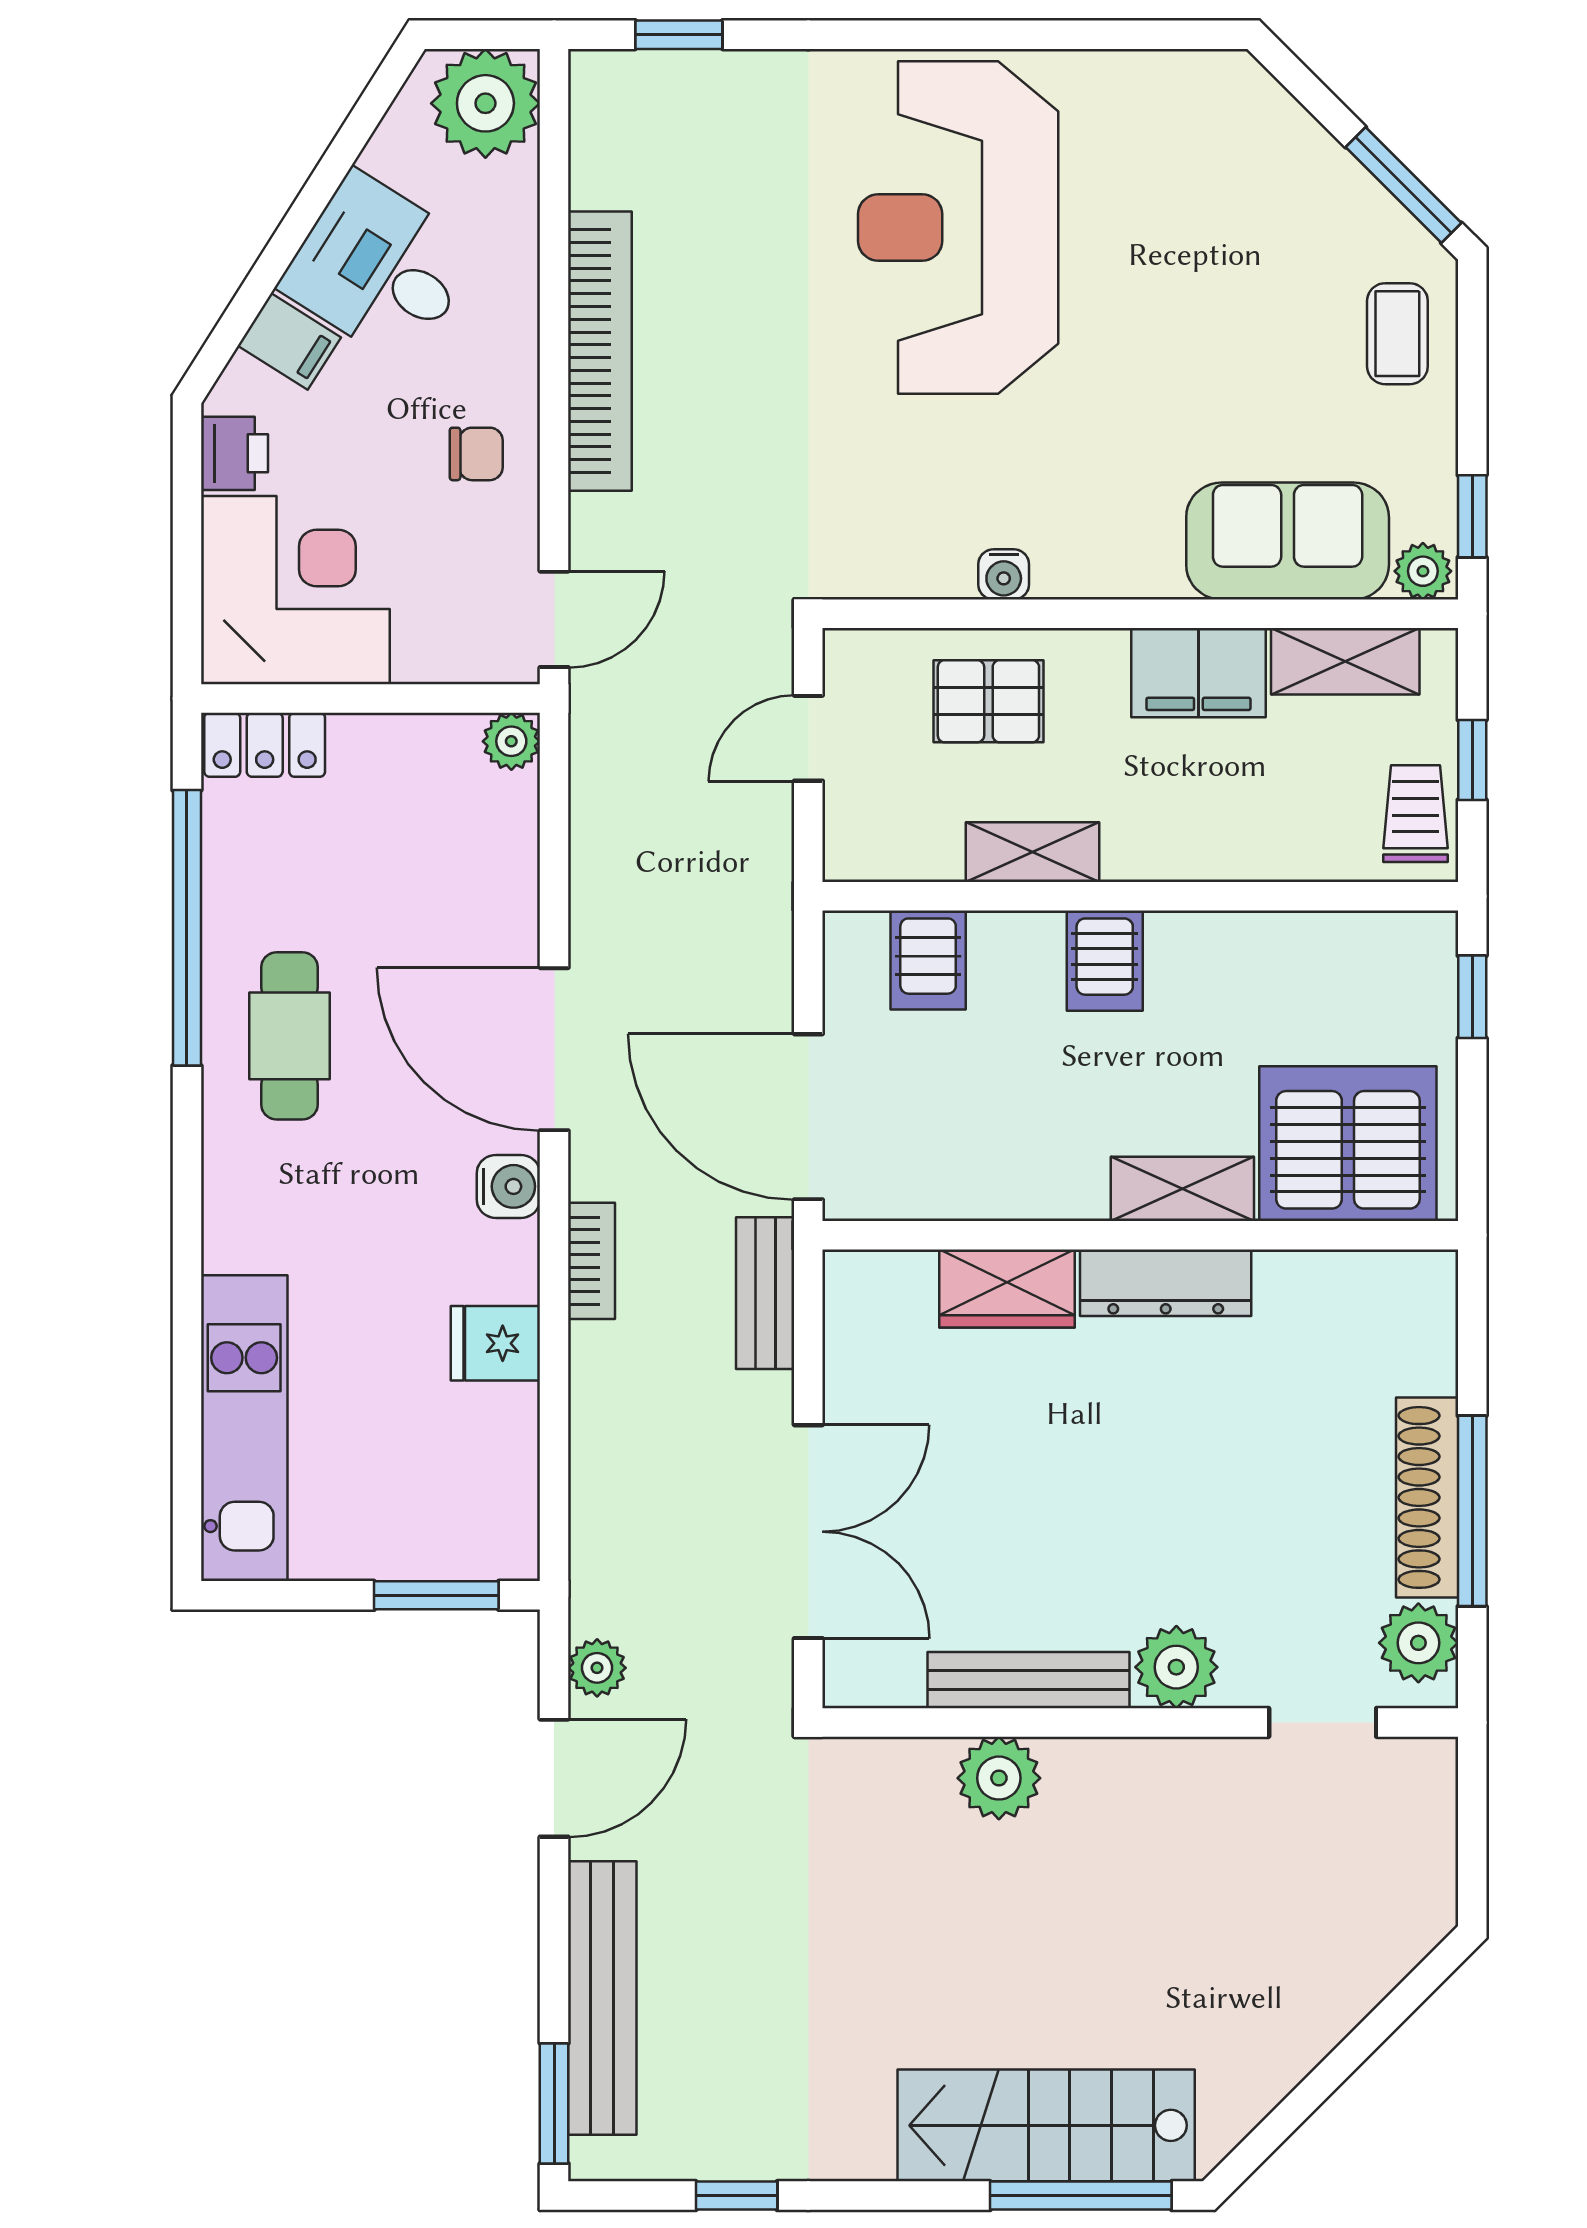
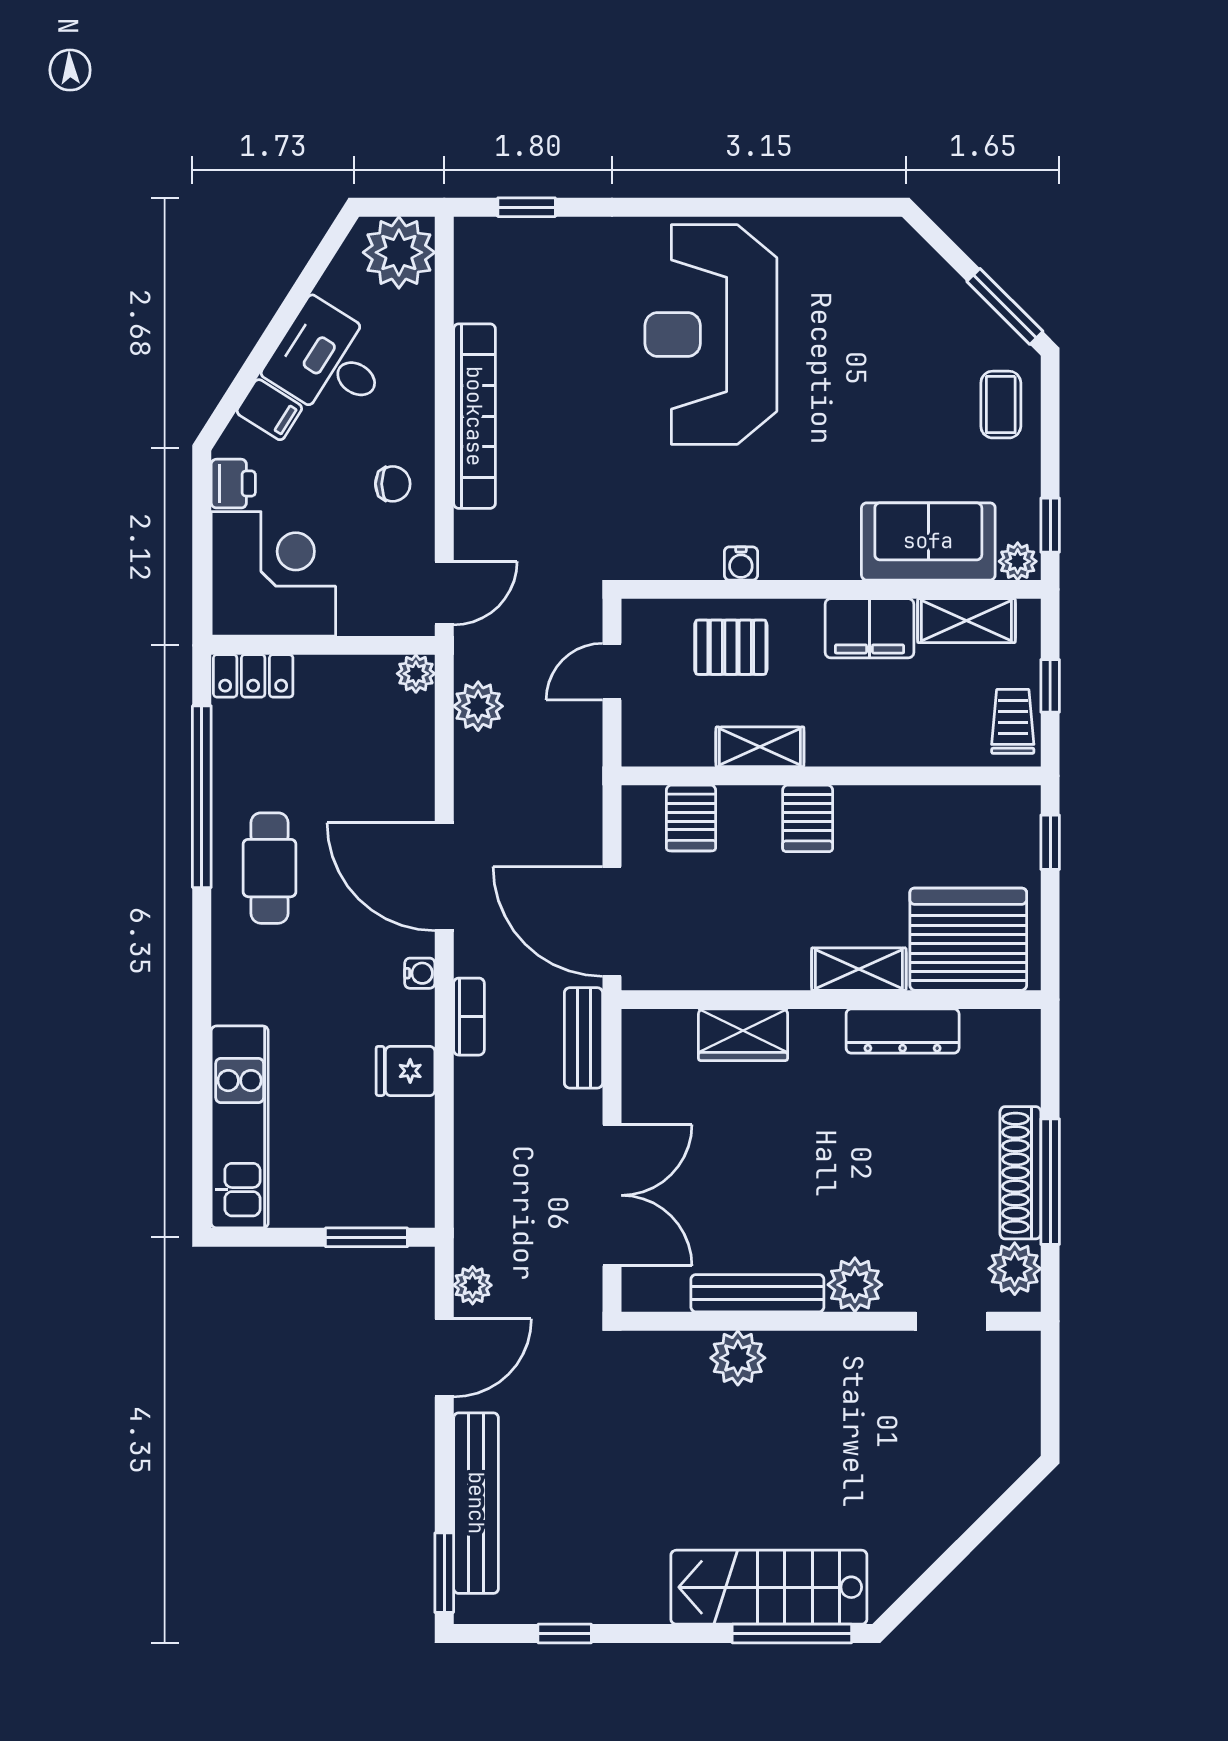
plant: (606, 791) -> (478, 706), added
water cooler: (508, 1186) -> (420, 973), width x0.72, depth x0.72
dresser: (1166, 1283) -> (903, 1031), moved

